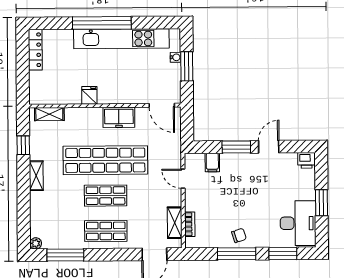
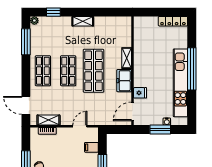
fridge: (89, 95) -> (140, 93), moved
shelving: (49, 114) -> (127, 58), moved
window: (23, 145) -> (53, 12), moved
shop shelf: (105, 160) -> (94, 71), width x0.71

